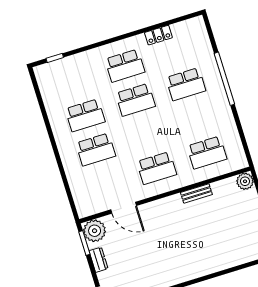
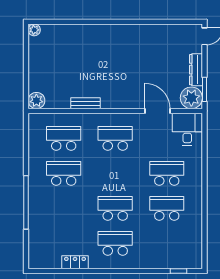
school desk: (186, 84) -> (64, 173), moved
desk: (89, 199) -> (187, 129), added
dresser: (99, 260) -> (196, 70), width x1.44

